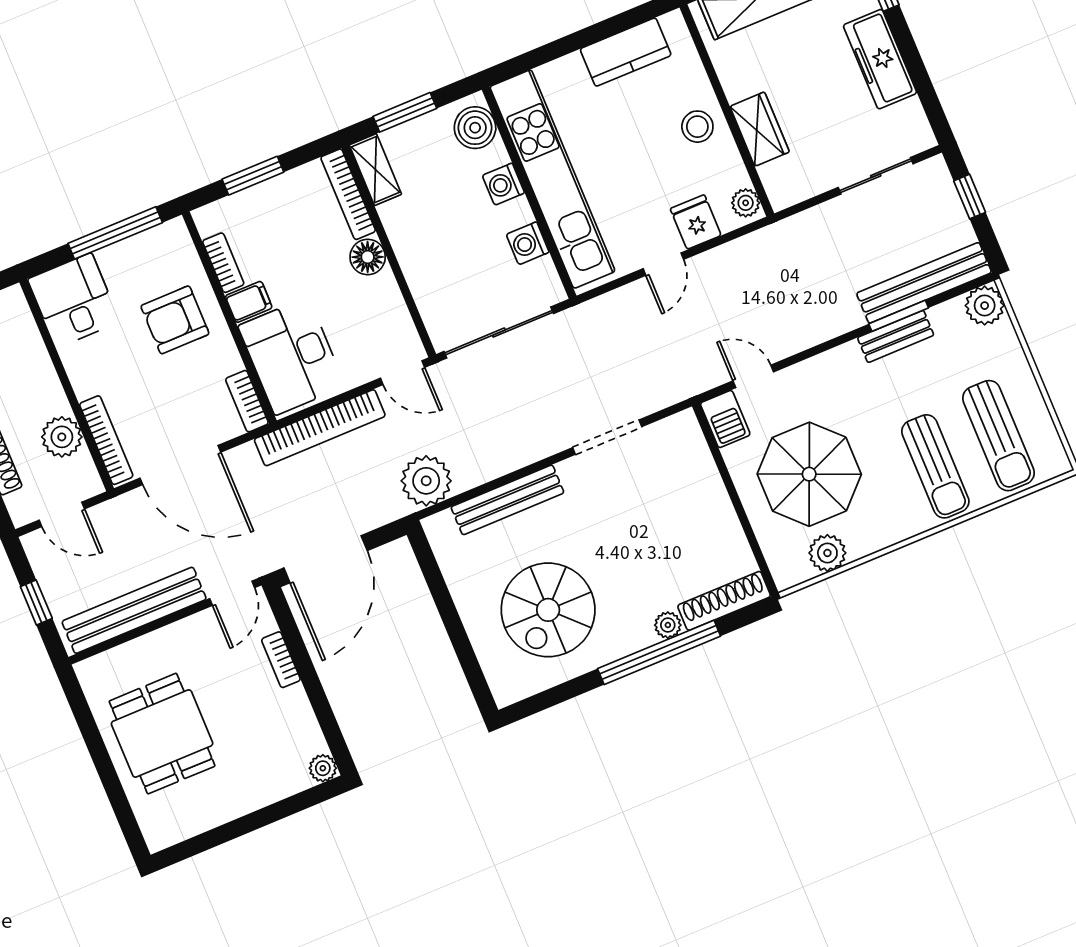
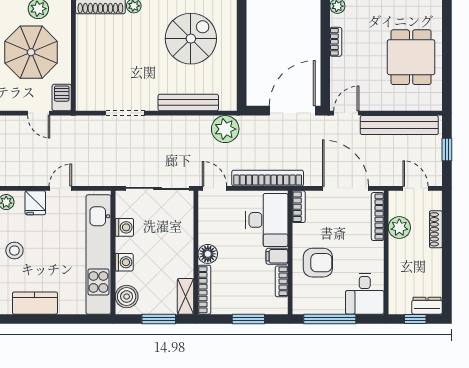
bookcase: (281, 660) -> (336, 42), moved

